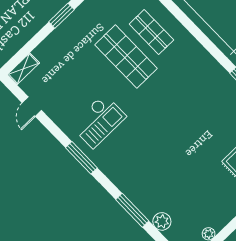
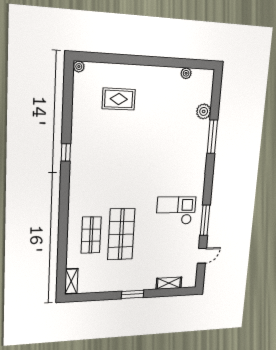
shelving: (23, 69) -> (169, 283), moved
window: (81, 158) -> (205, 220), moved

